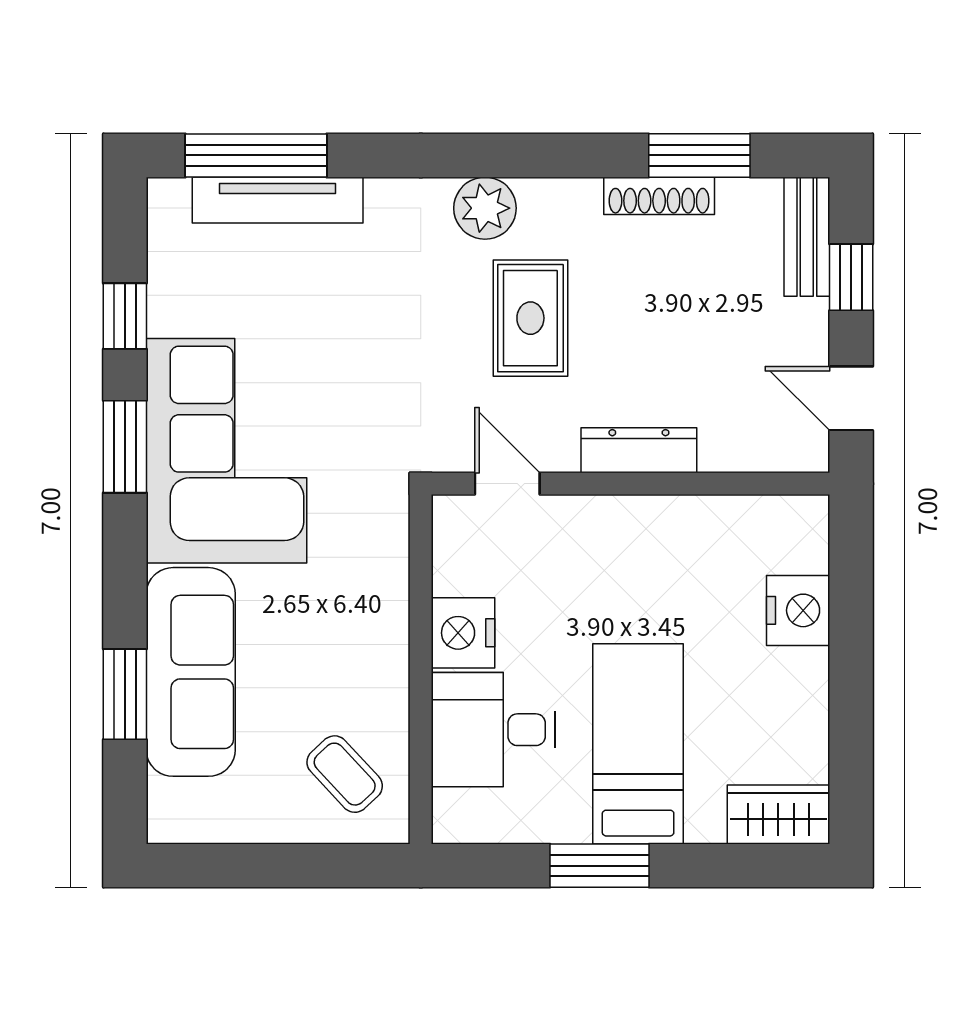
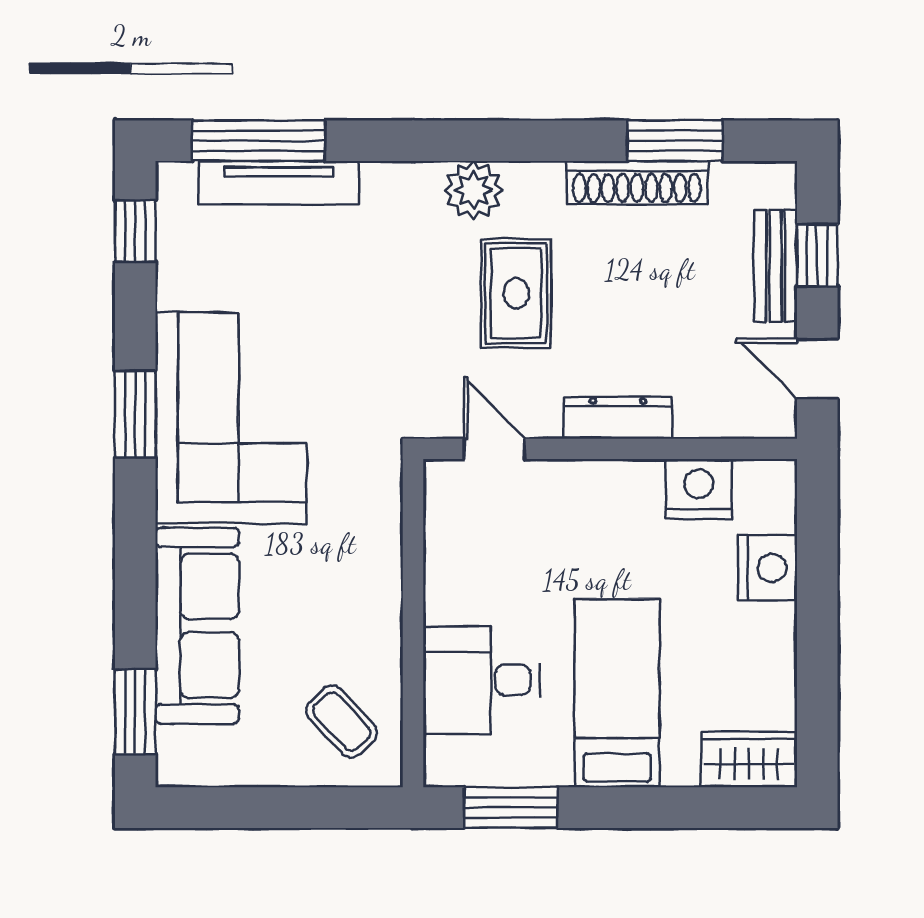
shoe rack: (659, 196) -> (637, 183), width x1.36, depth x1.24
bench: (807, 237) -> (776, 266), moved
window: (125, 316) -> (135, 231), moved
nightstand: (463, 633) -> (699, 489), moved, turned 90
window: (125, 694) -> (135, 712), moved
window: (600, 866) -> (511, 808), moved

